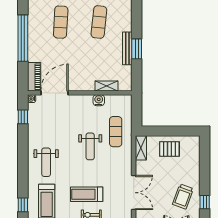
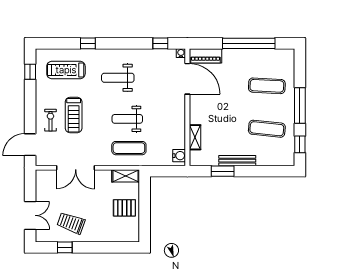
window: (137, 49) -> (223, 171), moved
water cooler: (99, 100) -> (179, 156), moved
exercise mat: (116, 132) -> (129, 148), moved
pallet: (169, 149) -> (124, 208), turned 90
weight bench: (46, 162) -> (118, 78), moved
treadmill: (87, 194) -> (74, 115), turned 180
window: (23, 205) -> (88, 43), moved

